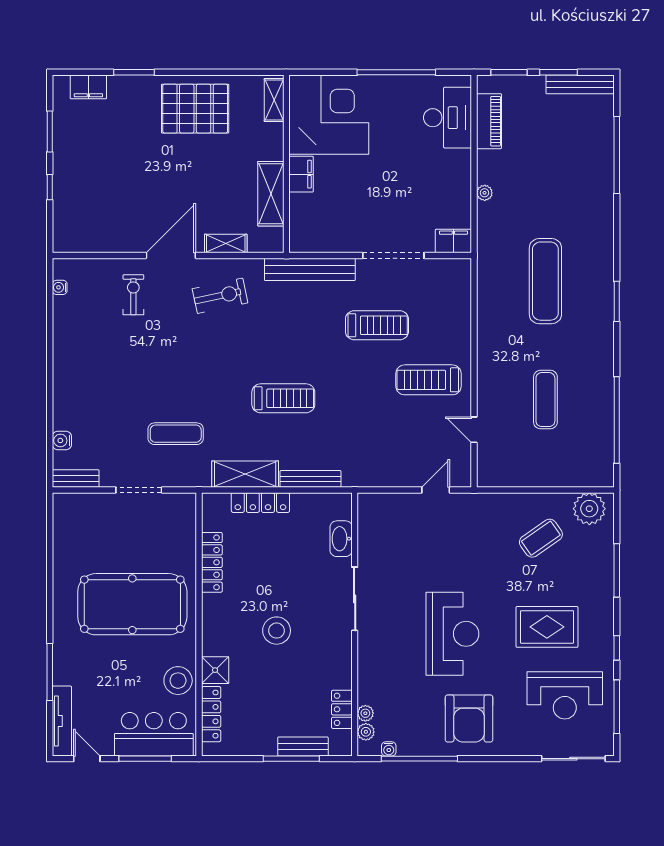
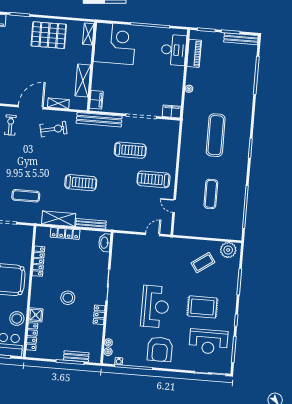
filing cabinet: (301, 174) -> (96, 100), moved
washbasin: (341, 539) -> (105, 243), moved
locker: (342, 709) -> (99, 315), moved

